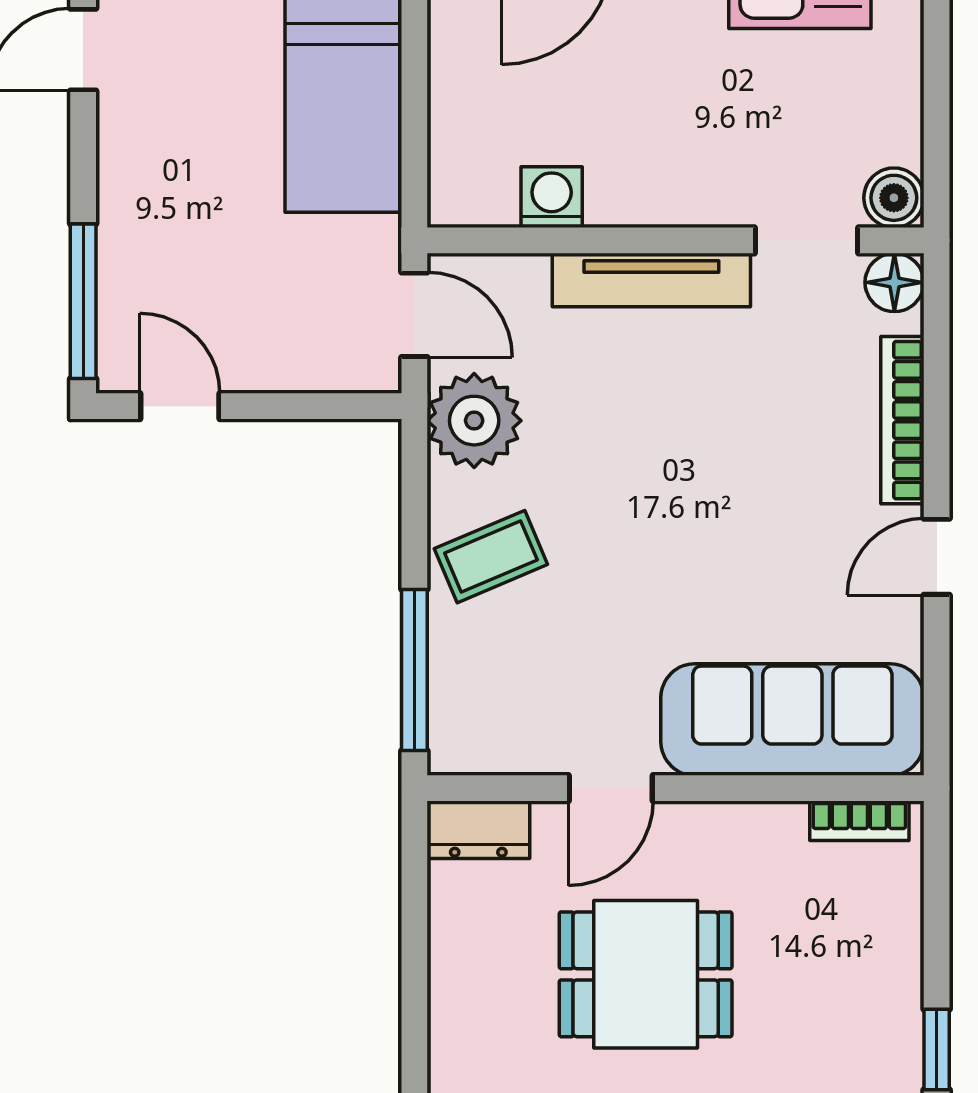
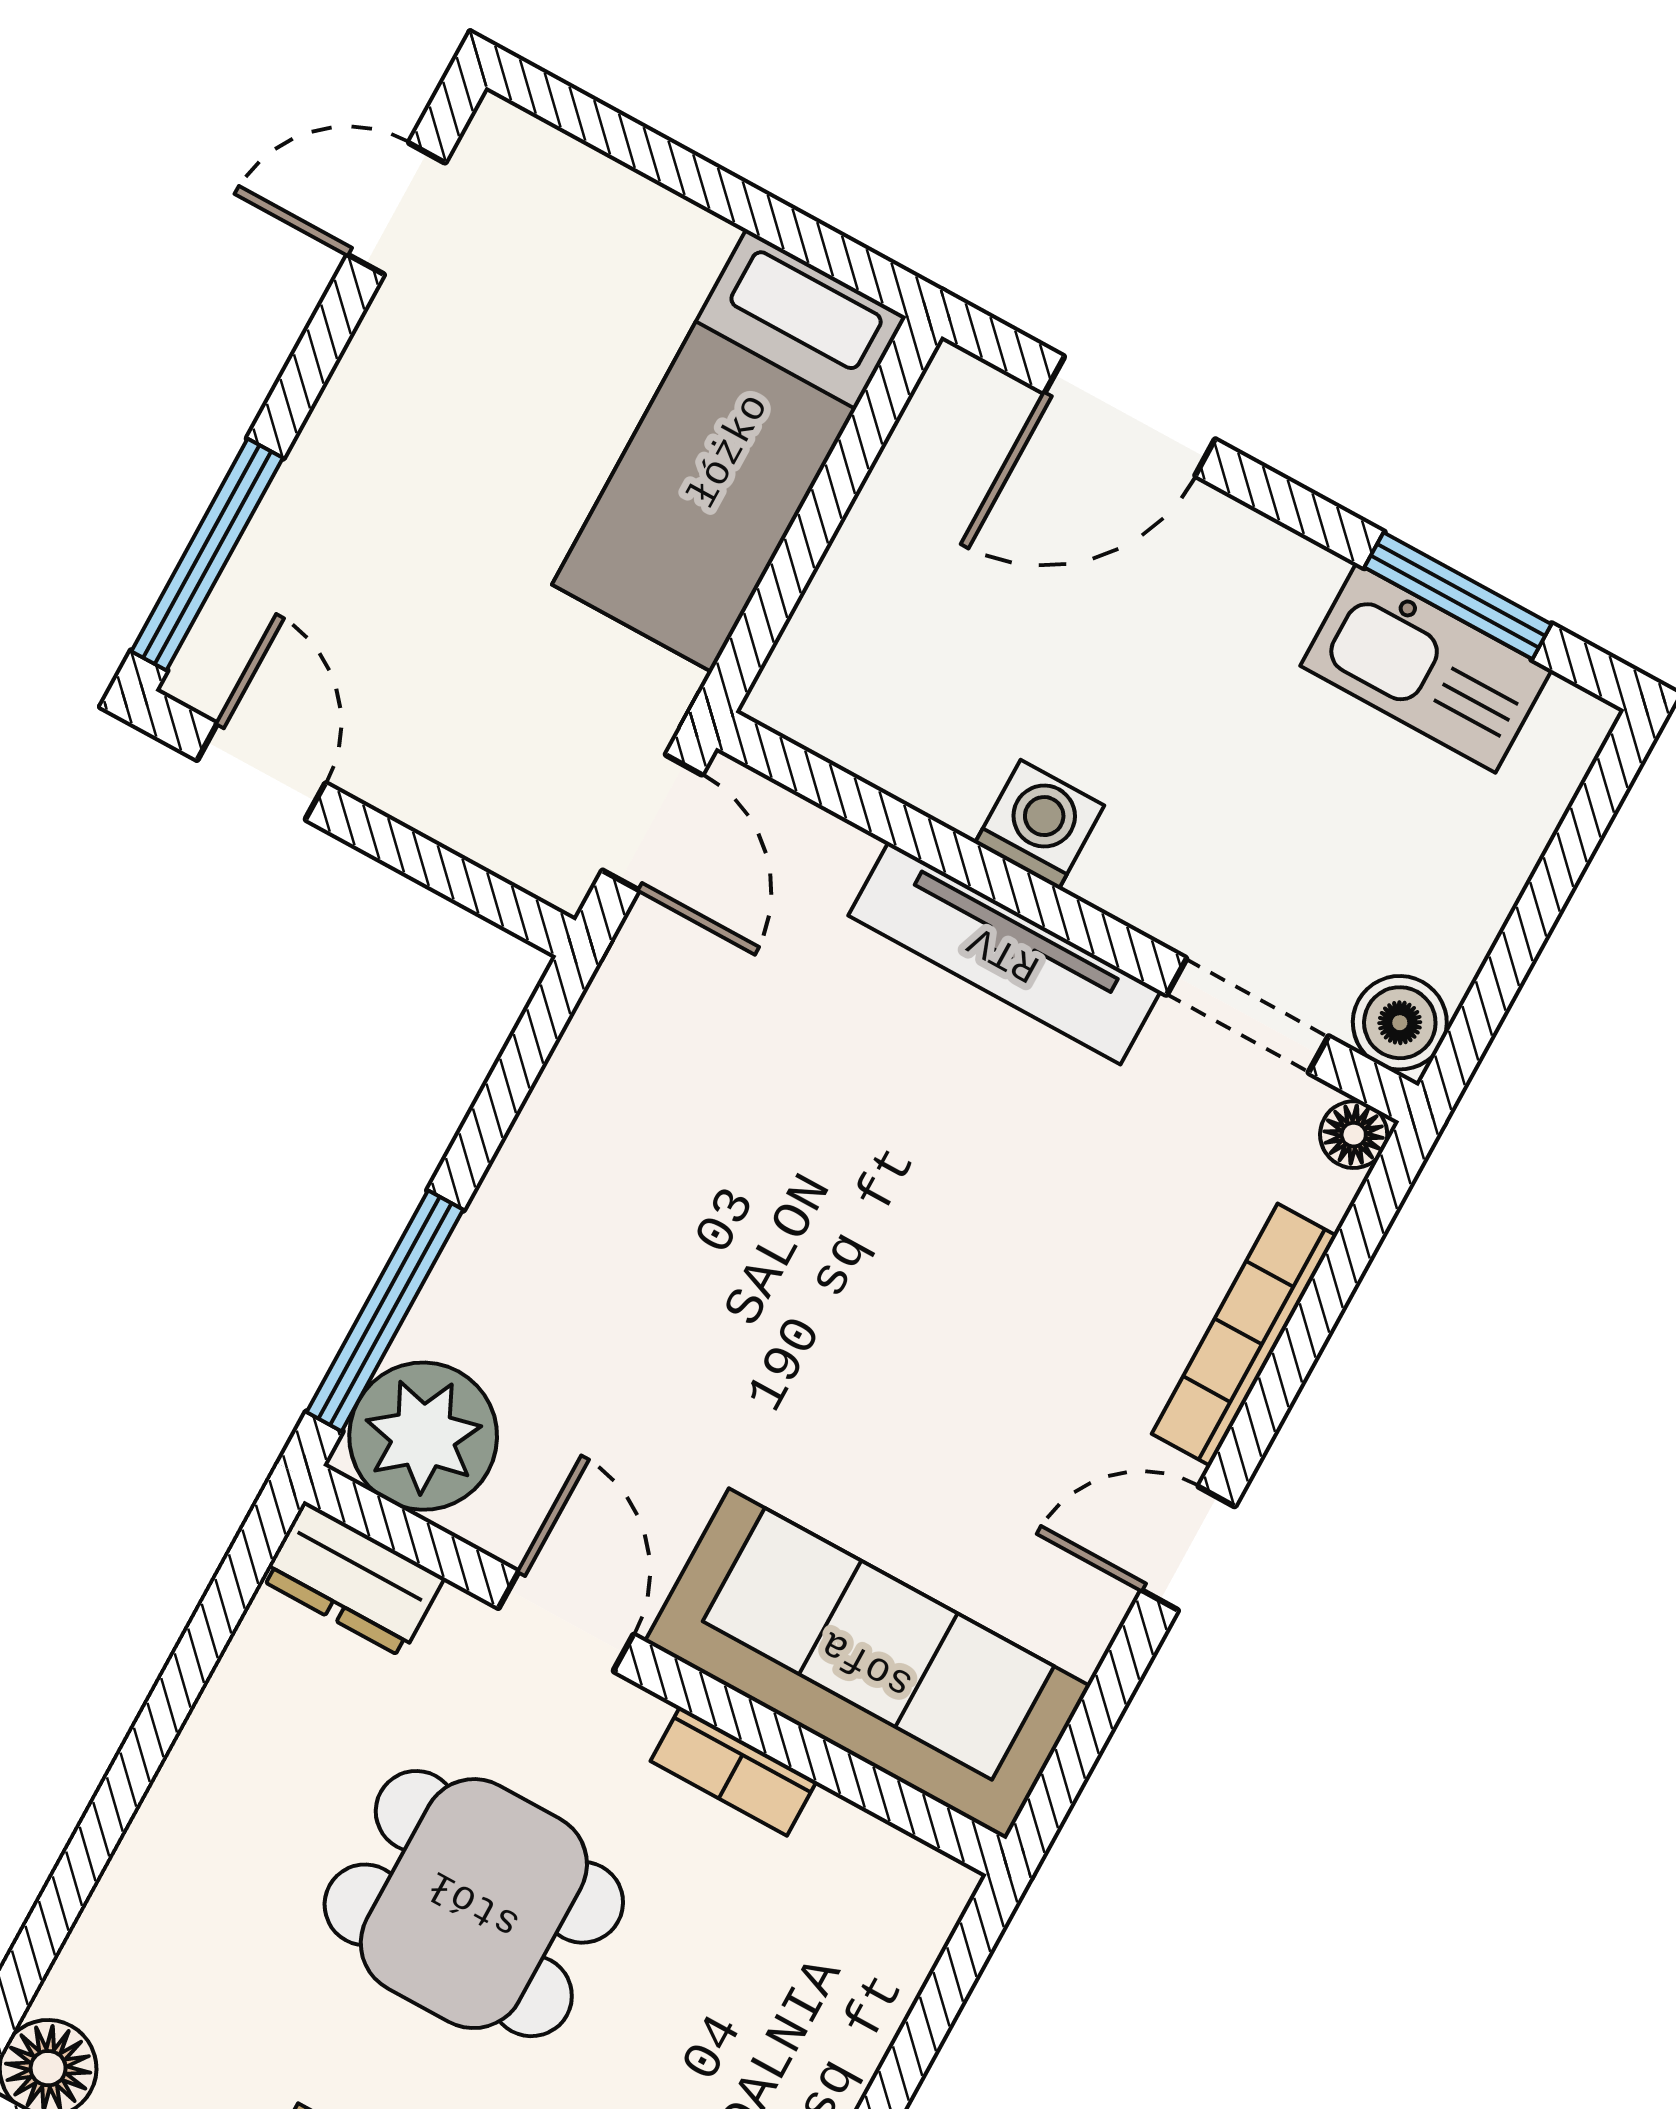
washing machine: (552, 197) -> (1040, 824), moved
floor lamp: (894, 282) -> (1354, 1135), width x0.73, depth x0.73
plant: (474, 421) -> (423, 1436), moved
coffee table: (491, 557) -> (576, 1213), removed
door: (611, 788) -> (566, 1621), swing flipped
bookcase: (859, 821) -> (734, 1771), moved

